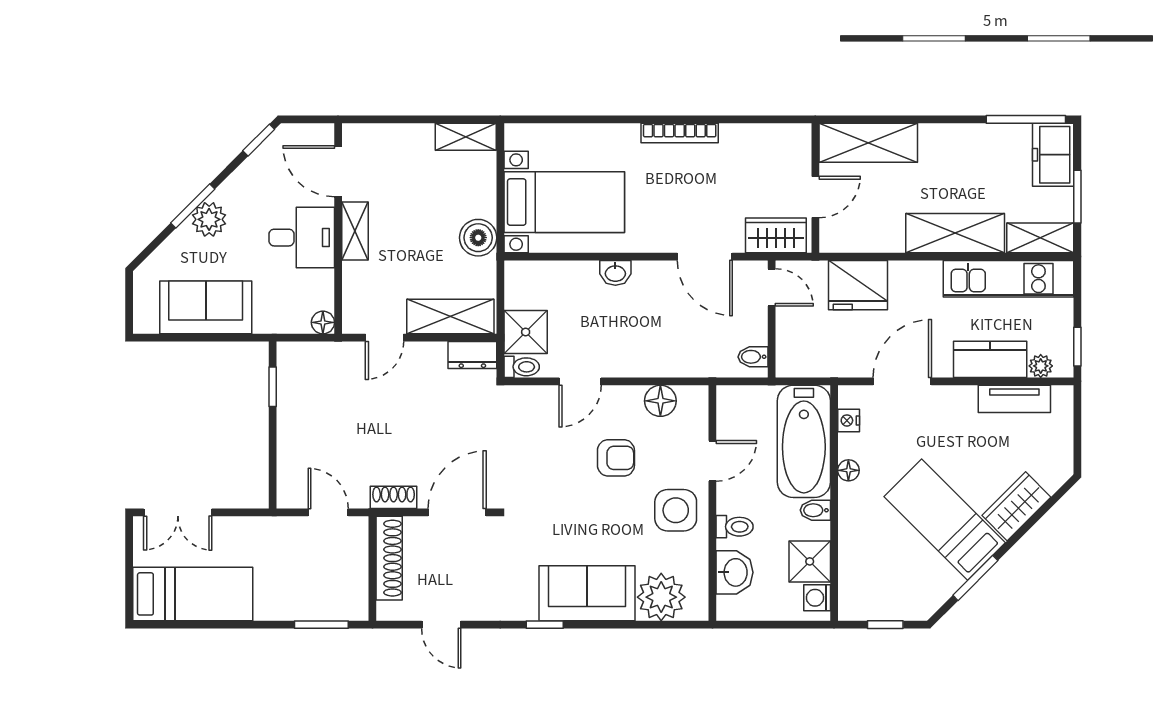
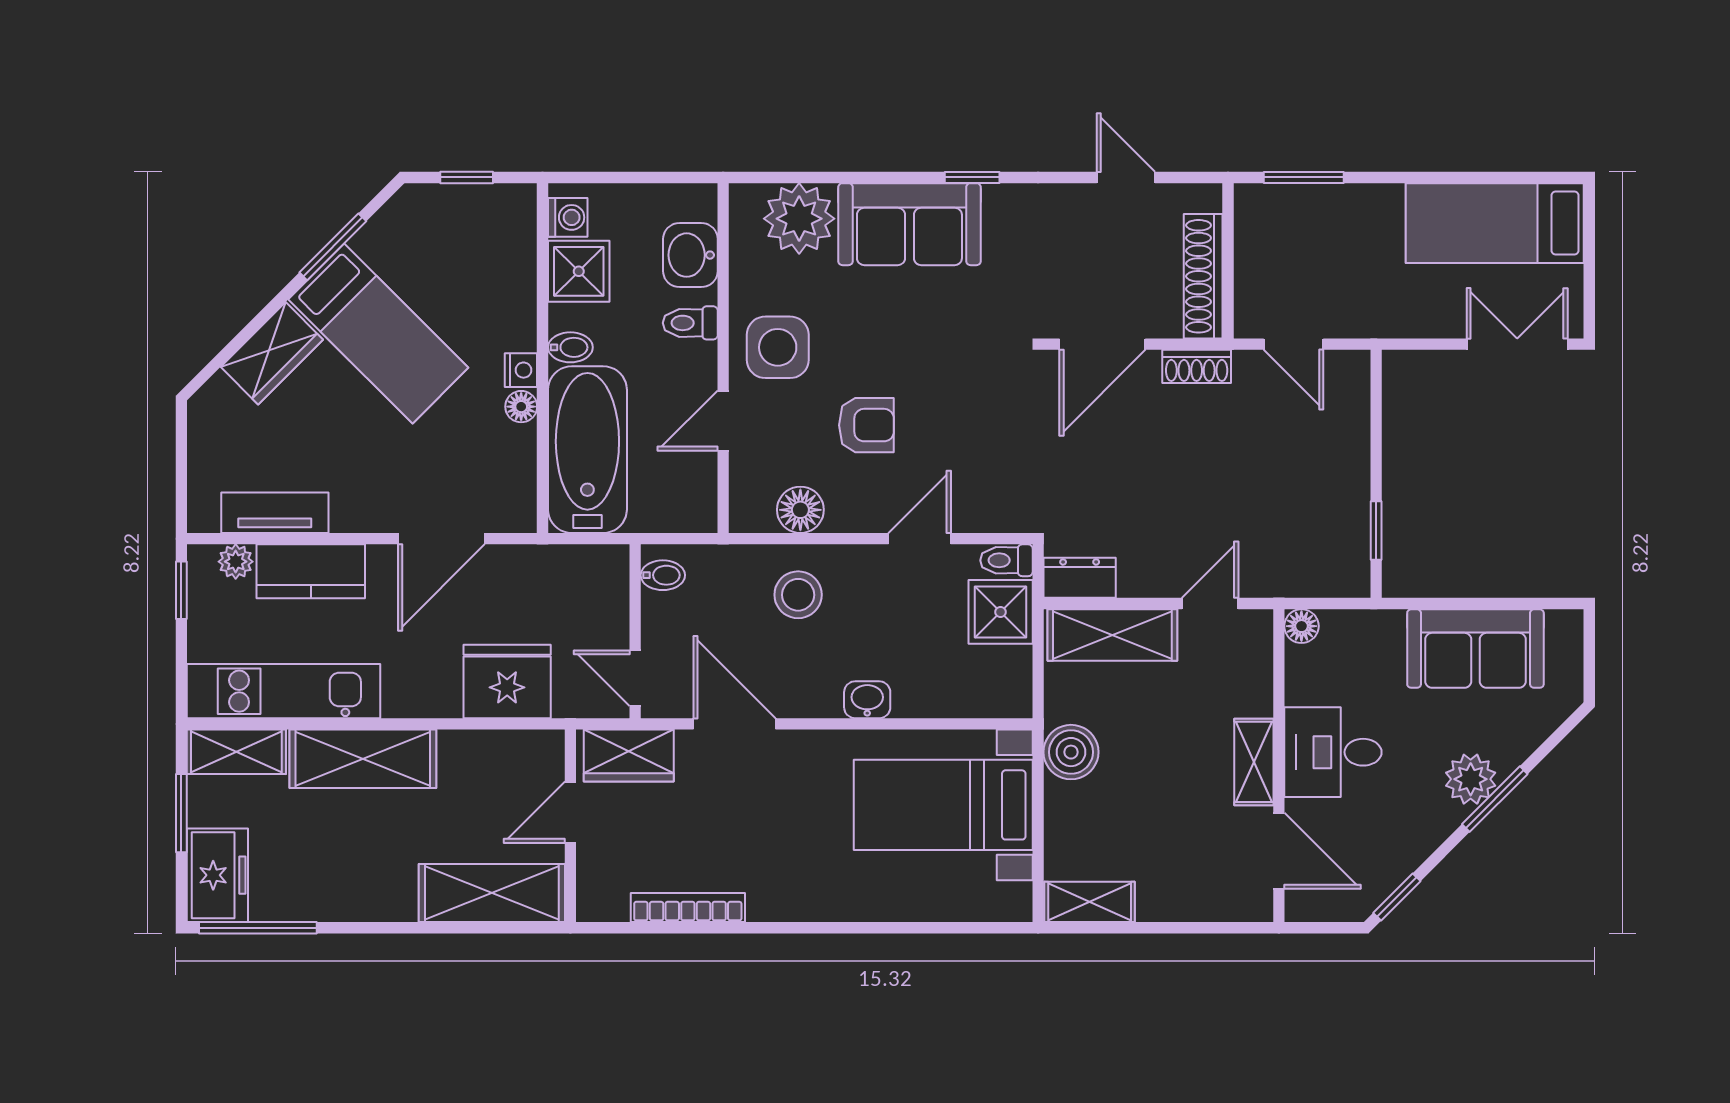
bookcase: (680, 133) -> (688, 908), moved
stool: (662, 344) -> (798, 595), added
nightstand: (849, 420) -> (521, 370), moved
armchair: (616, 458) -> (866, 425), turned 180

